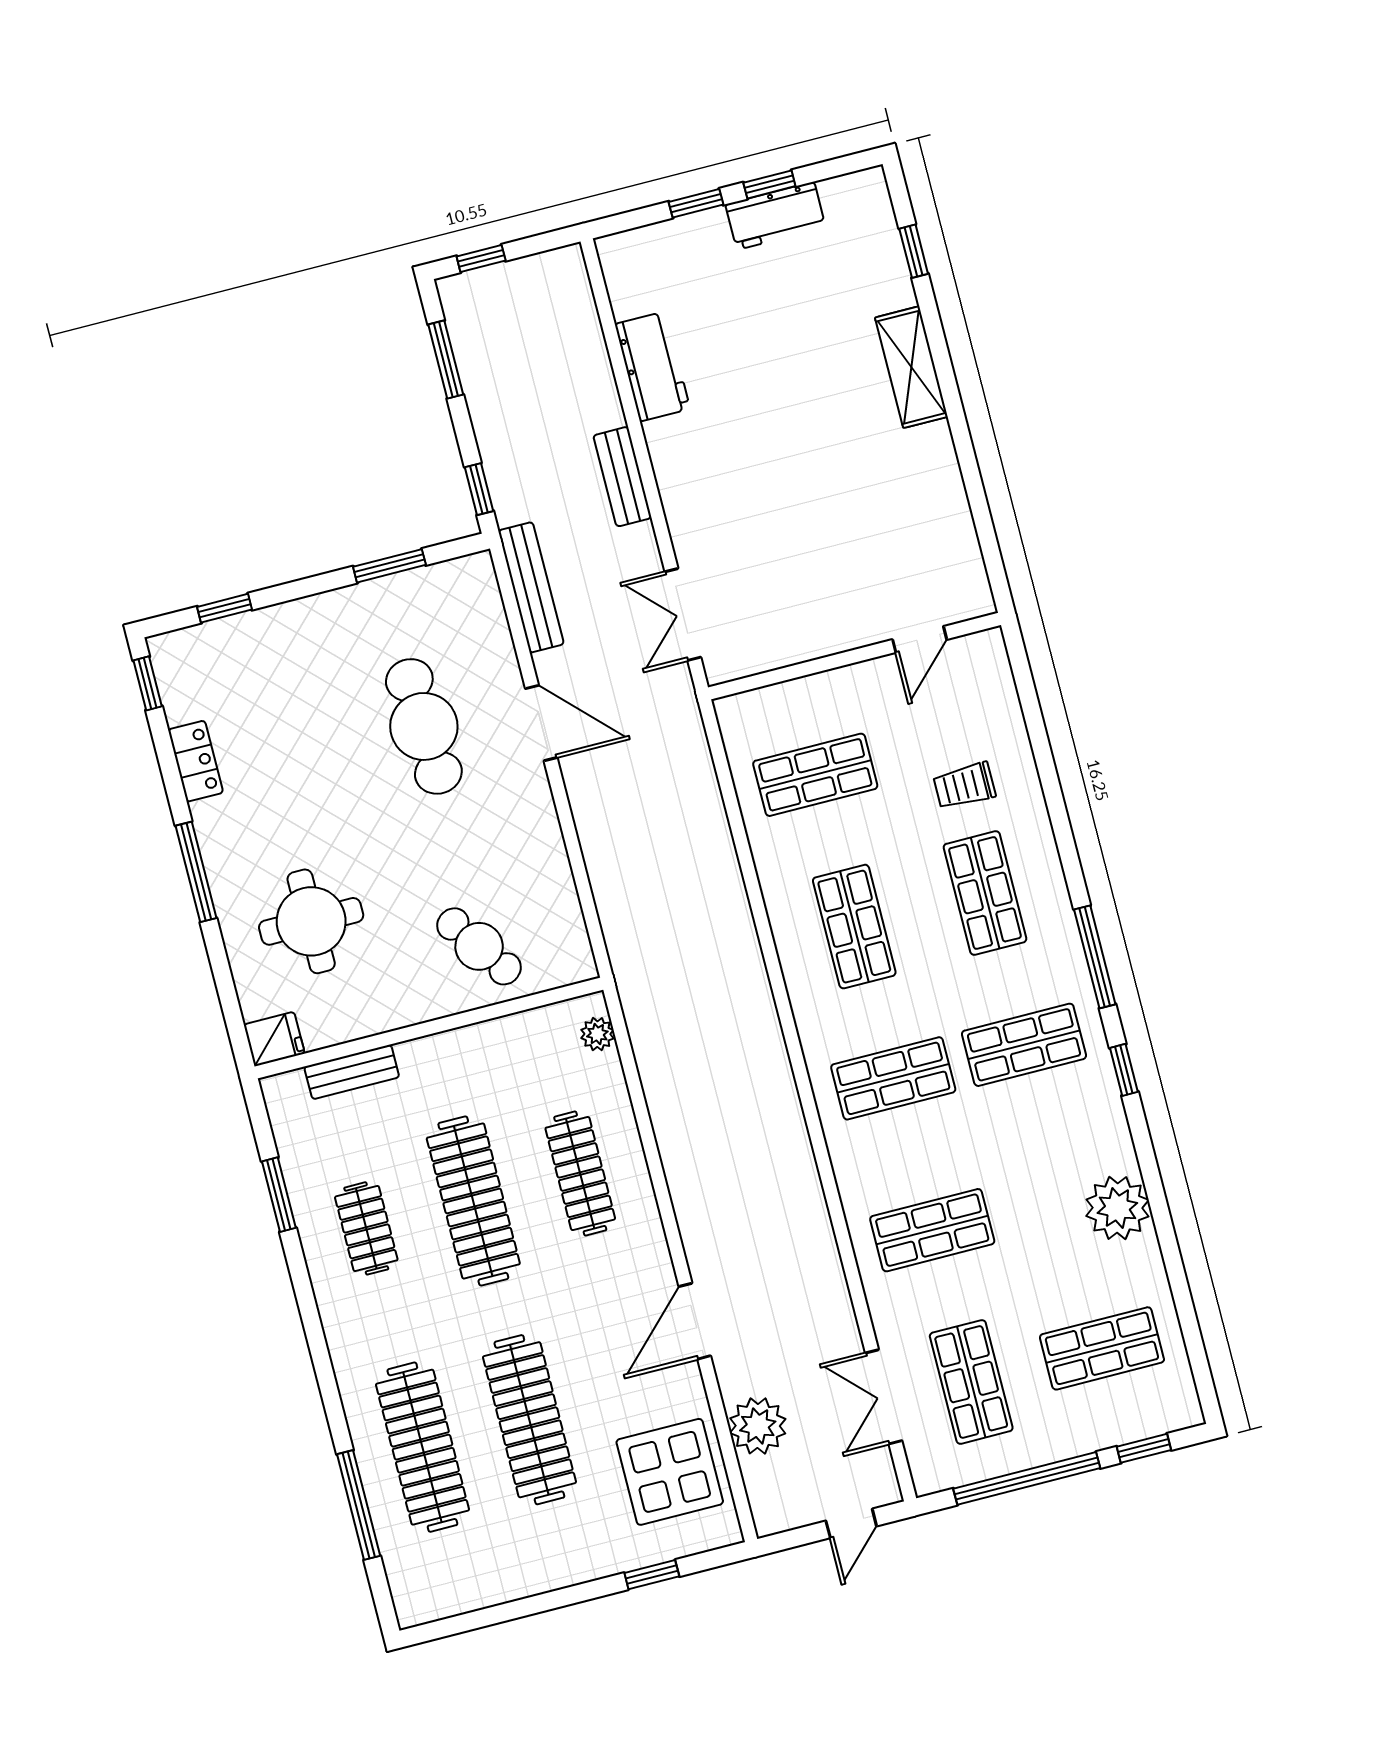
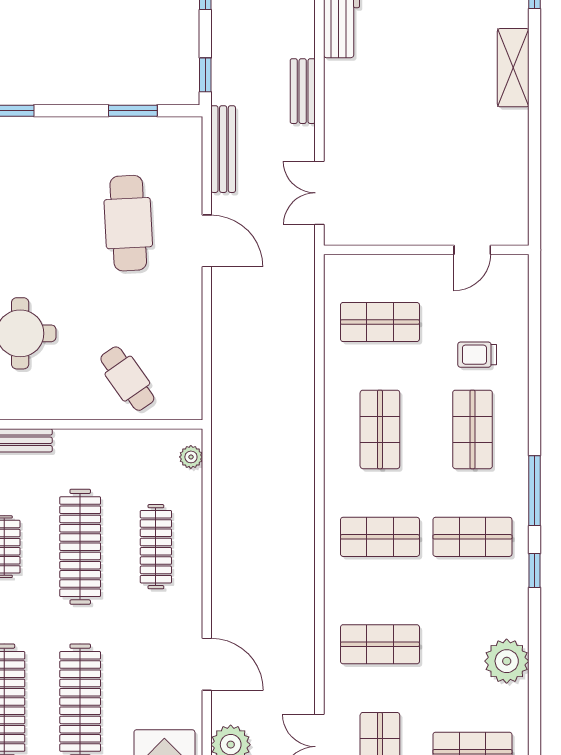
door: (695, 1321) -> (207, 664), swing flipped

